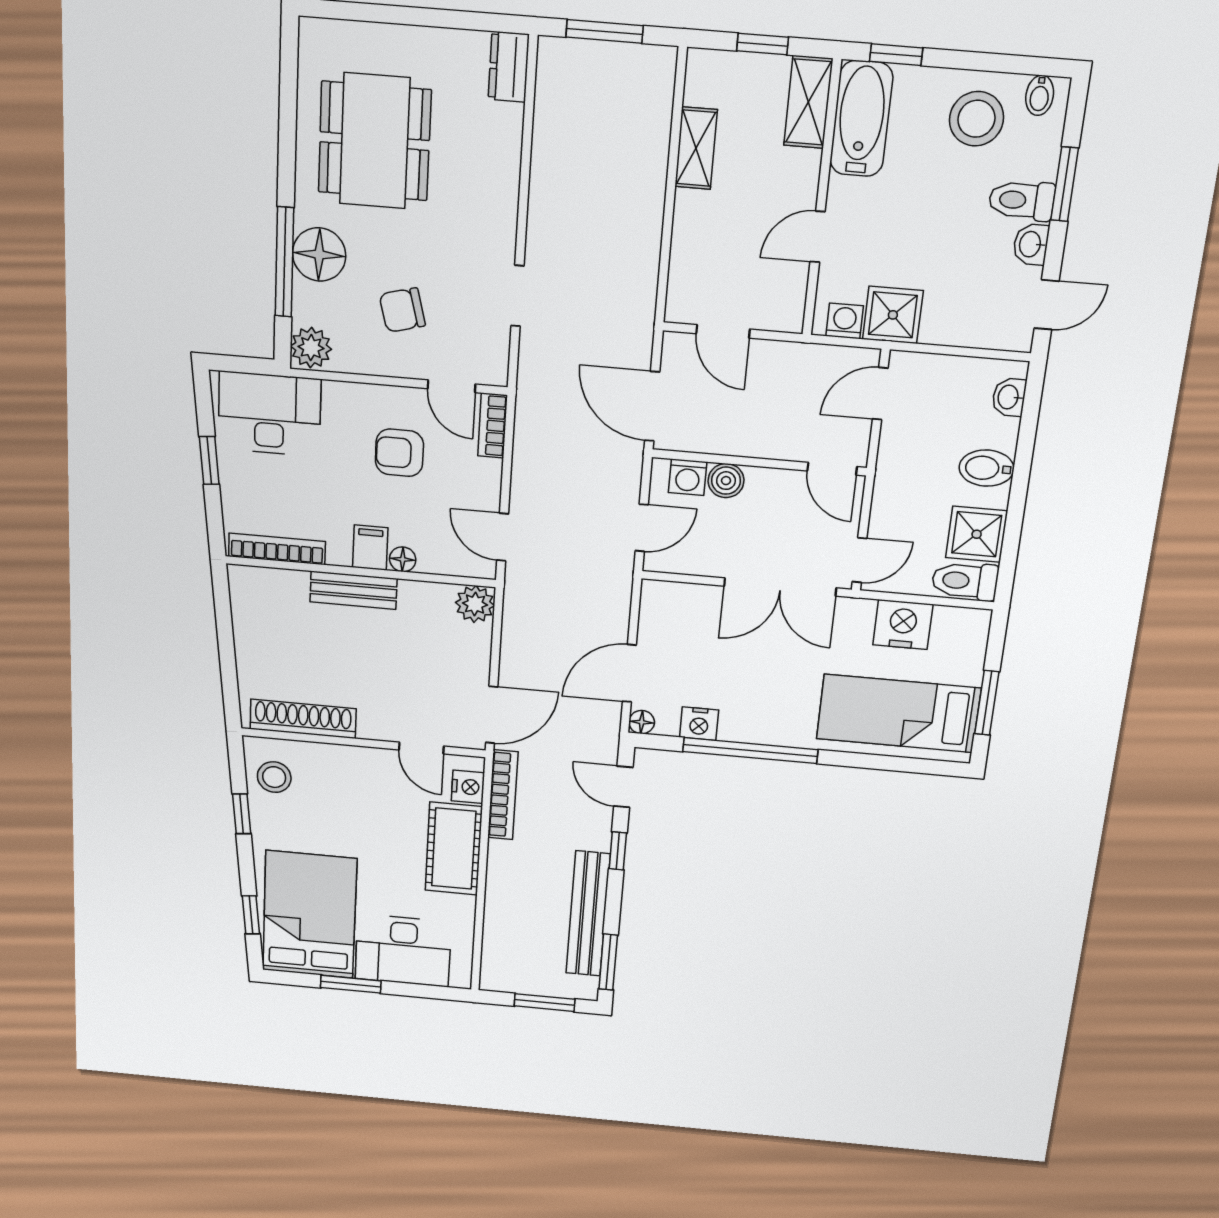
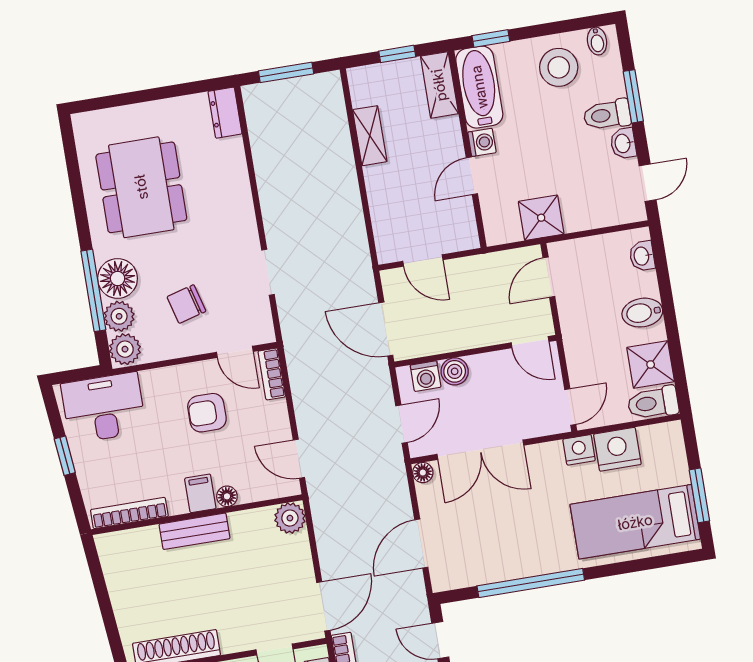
plant: (312, 304) -> (119, 316), added
washing machine: (845, 321) -> (482, 142), moved, turned 90
double door: (780, 587) -> (480, 450), moved
floor lamp: (642, 722) -> (423, 473), moved
nightstand: (699, 724) -> (579, 450), moved, turned 180

